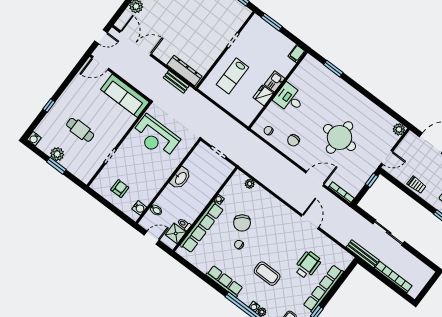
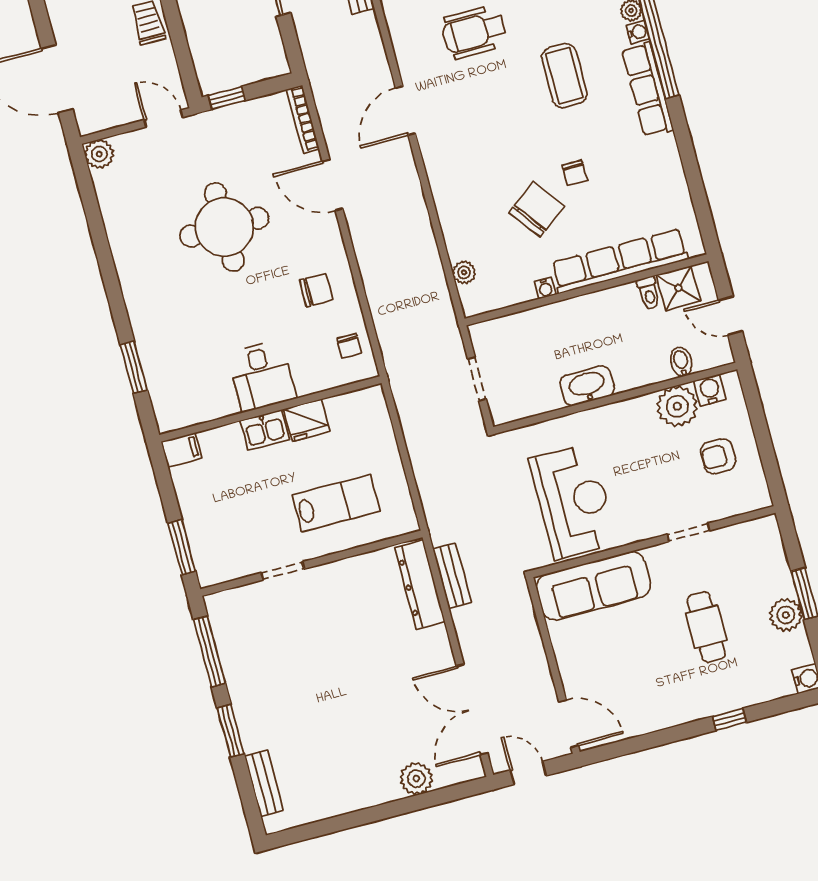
sofa: (125, 96) -> (593, 586), moved, turned 90
plant: (146, 194) -> (677, 406), added
row of seats: (224, 281) -> (648, 89), moved

